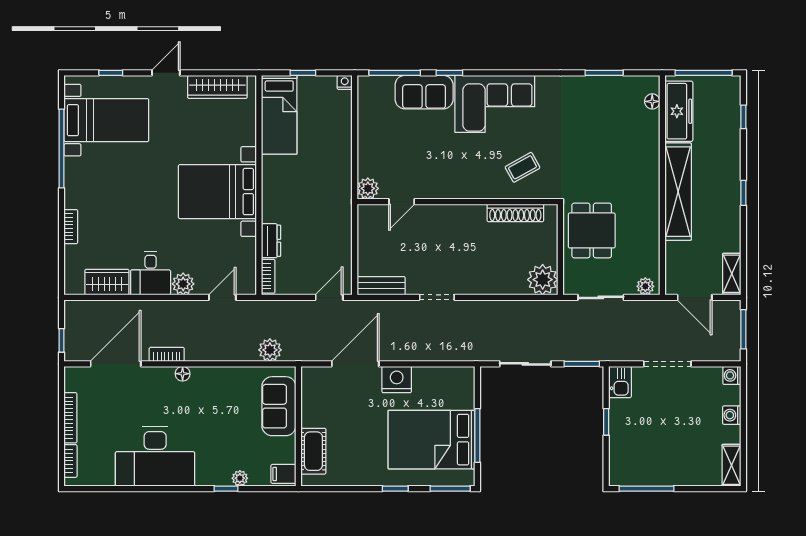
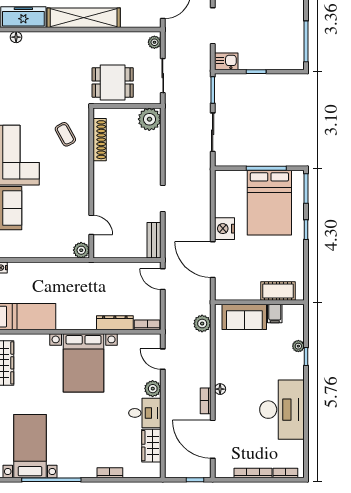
dresser: (271, 241) -> (115, 323), width x1.44
filing cabinet: (283, 474) -> (275, 313), moved

